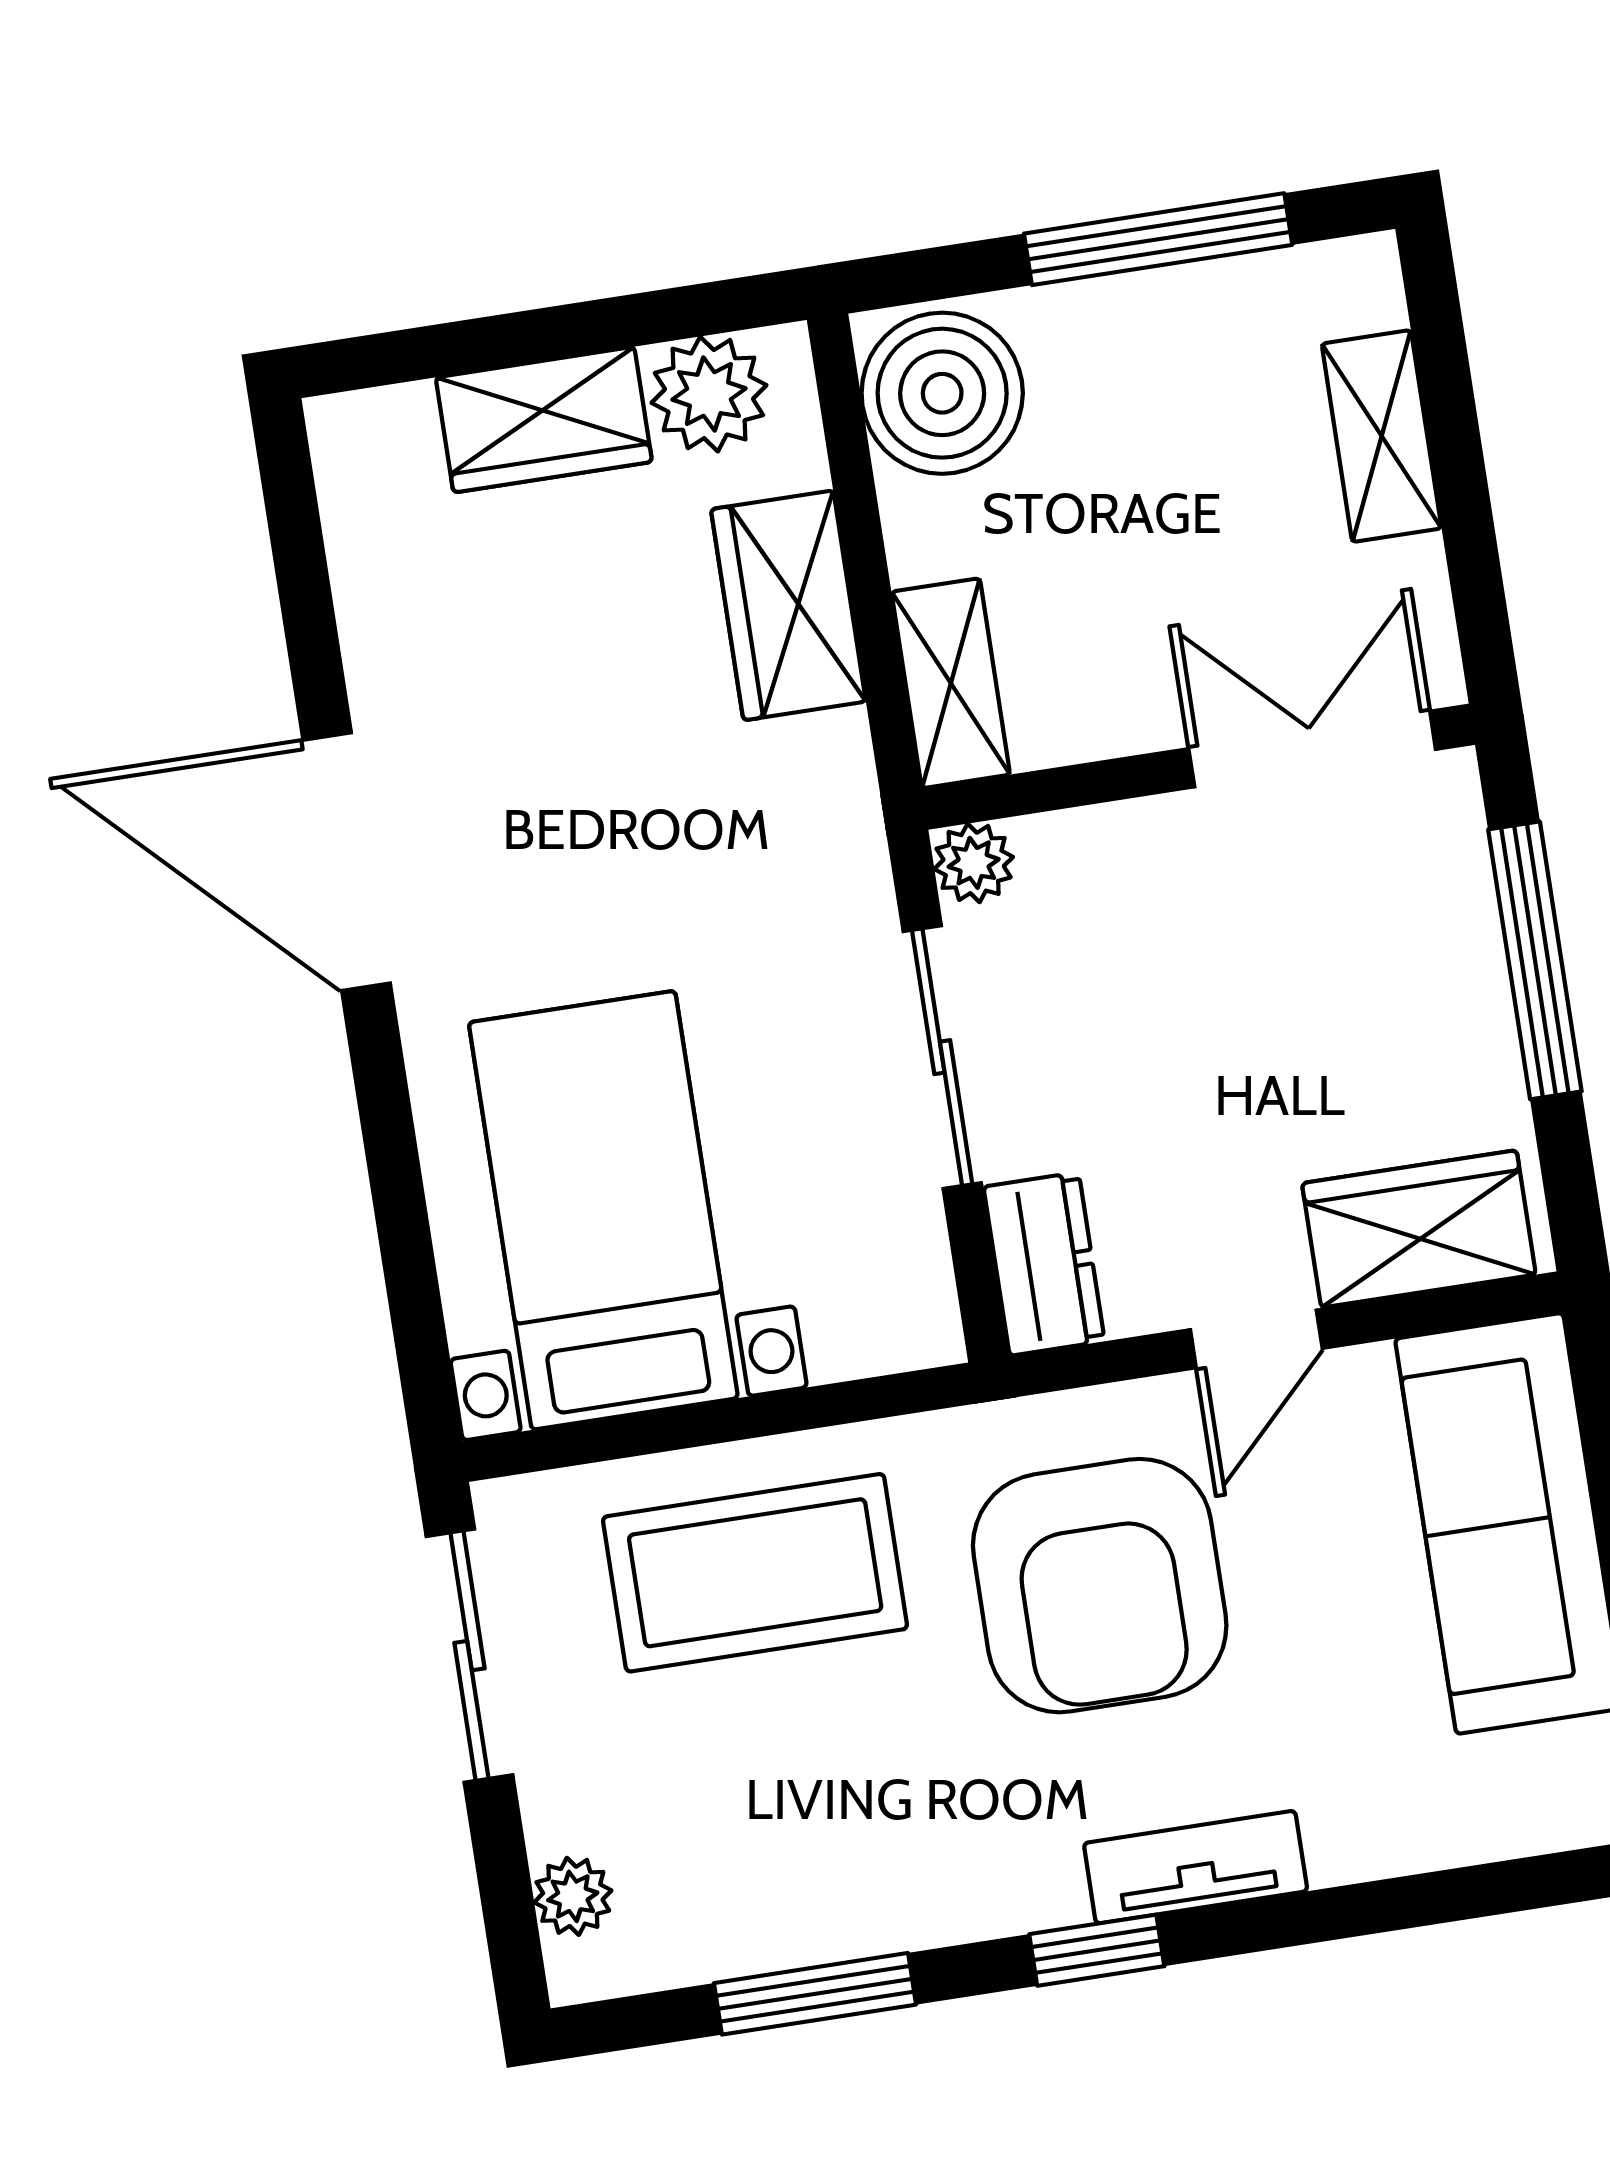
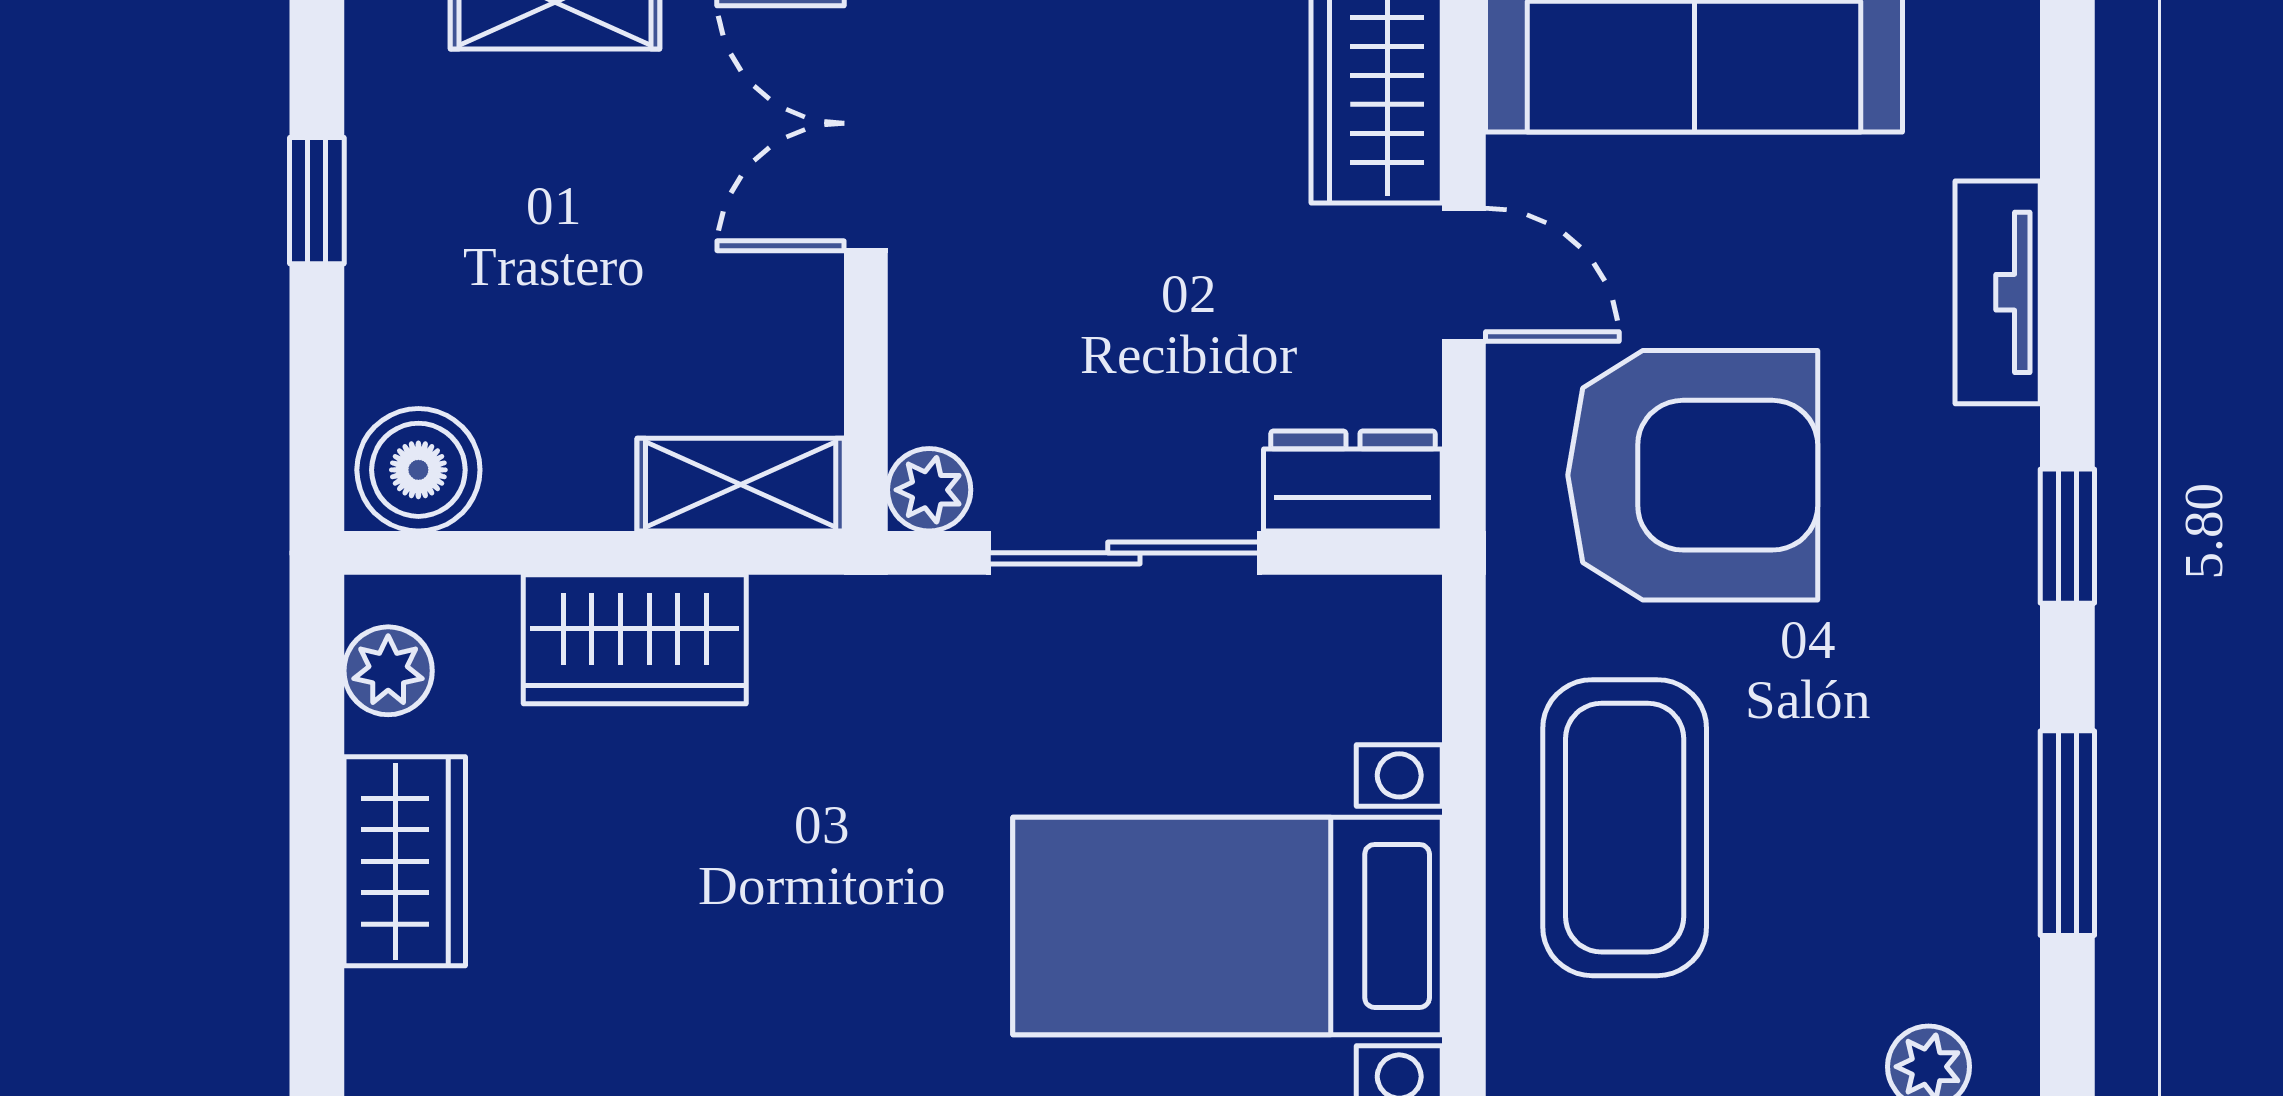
window: (1158, 239) -> (317, 201), width x0.46
boiler: (942, 393) -> (418, 470), width x0.73, depth x0.73
plant: (709, 394) -> (388, 671), width x0.73, depth x0.73
tv unit: (1196, 1867) -> (1998, 292), moved

